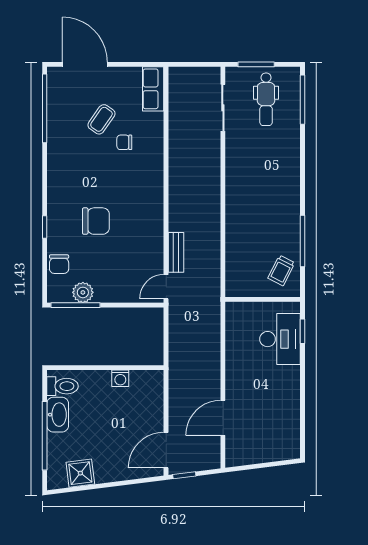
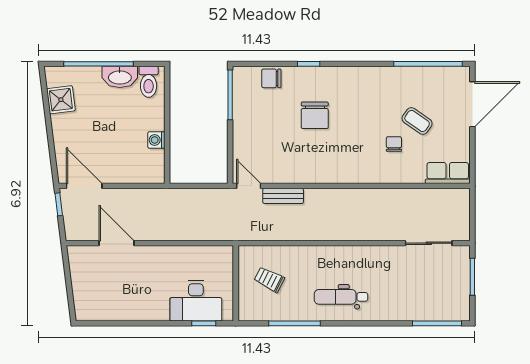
dental chair: (266, 99) -> (341, 297), moved
trolley: (281, 270) -> (269, 279), moved
plant: (83, 292) -> (243, 102), removed

